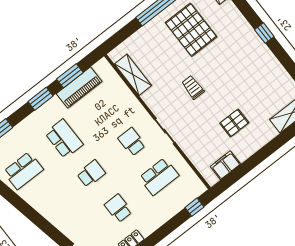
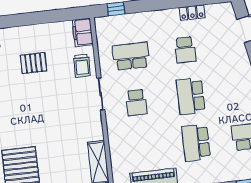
trolley: (193, 87) -> (82, 66), moved
filing cabinet: (225, 165) -> (83, 32), moved, turned 90
school desk: (91, 174) -> (191, 96), width x1.85

